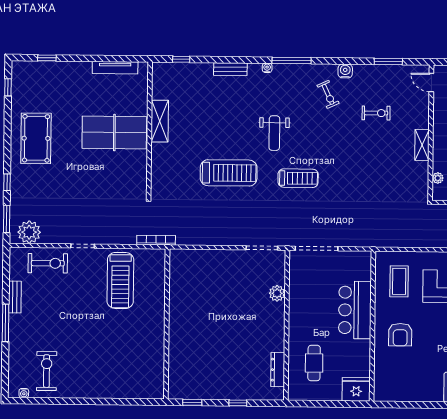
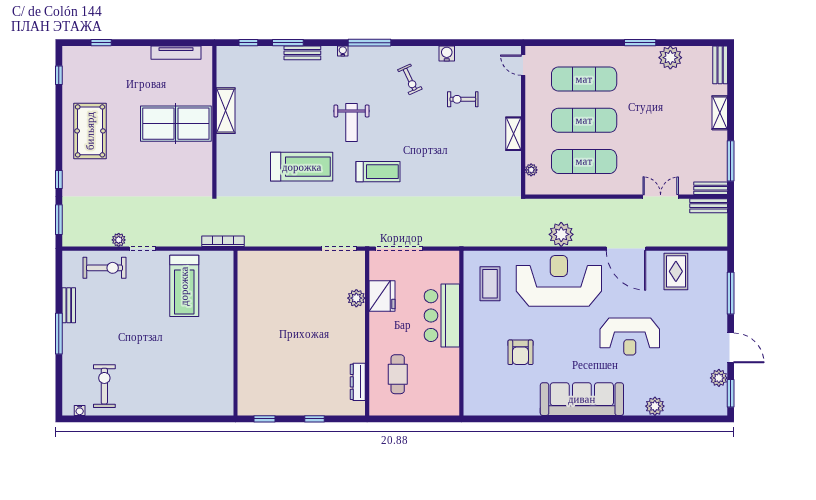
window: (388, 61) -> (288, 43), moved
water cooler: (345, 71) -> (447, 54), moved
exercise bike: (376, 113) -> (463, 99), turned 180
plant: (29, 232) -> (119, 240), moved, width x0.53, depth x0.53
armchair: (400, 335) -> (520, 352), moved
fridge: (356, 389) -> (382, 296), moved, turned 90

